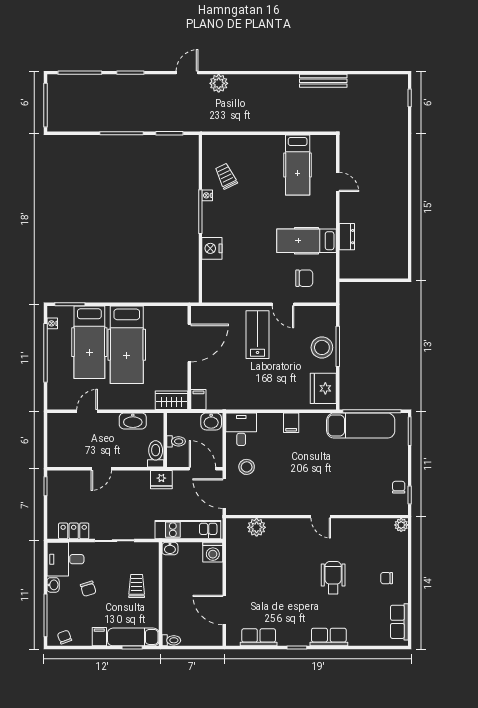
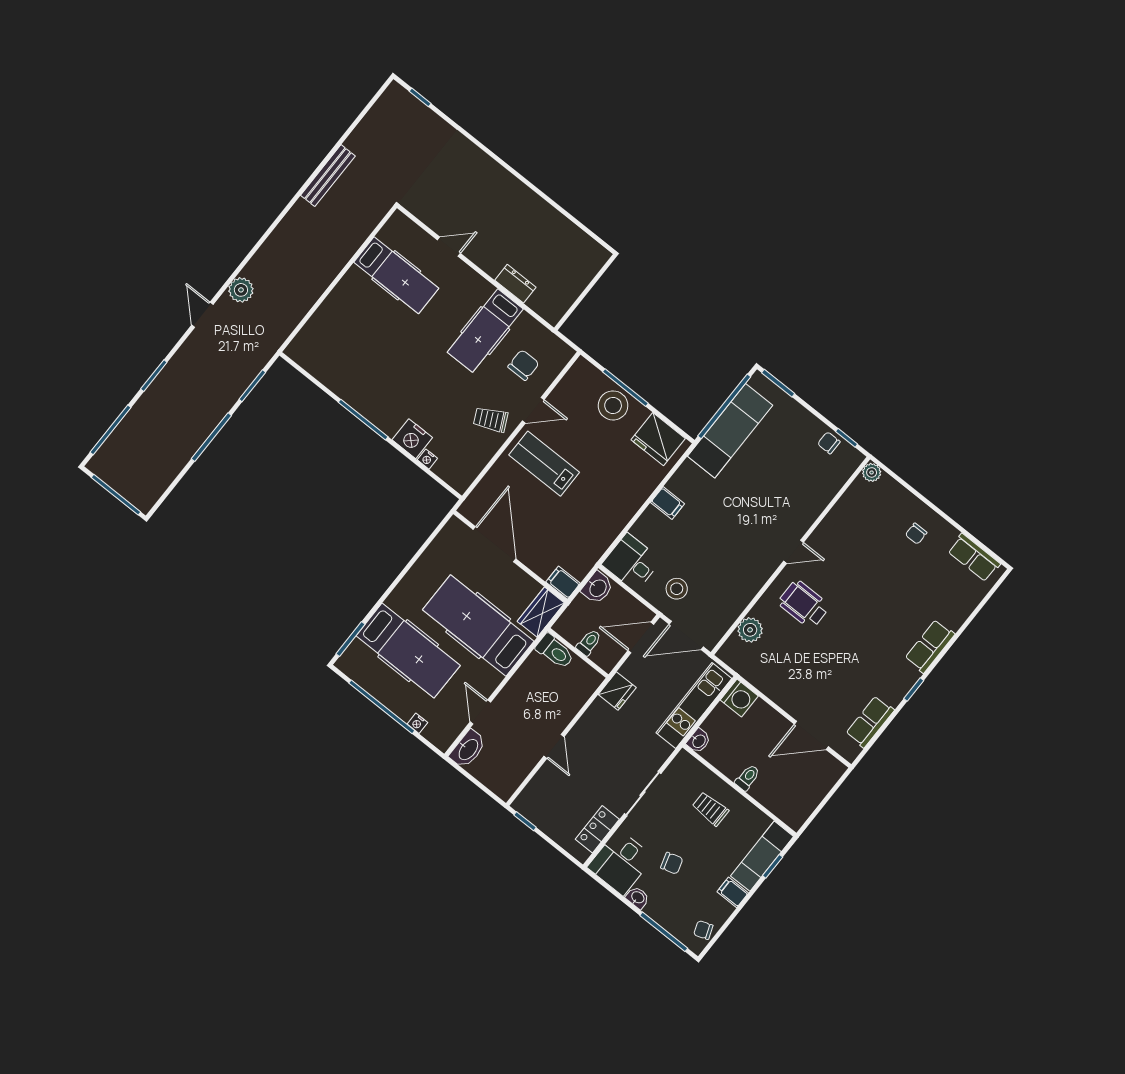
trolley: (226, 176) -> (491, 419), moved
nightstand: (207, 195) -> (427, 459), moved
nightstand: (52, 323) -> (417, 723), moved
hospital bed: (127, 345) -> (478, 625), moved, turned 180
washbasin: (133, 421) -> (468, 749), moved
toilet: (156, 454) -> (555, 651), moved, turned 180
wheelchair: (333, 578) -> (804, 604), moved
toilet: (171, 640) -> (747, 778), moved

